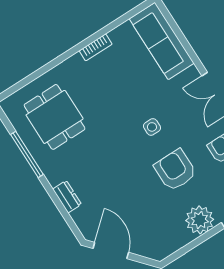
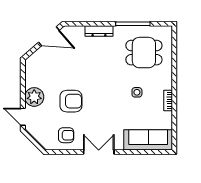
side table: (152, 127) -> (137, 92), moved
dresser: (67, 197) -> (99, 31), width x1.44

